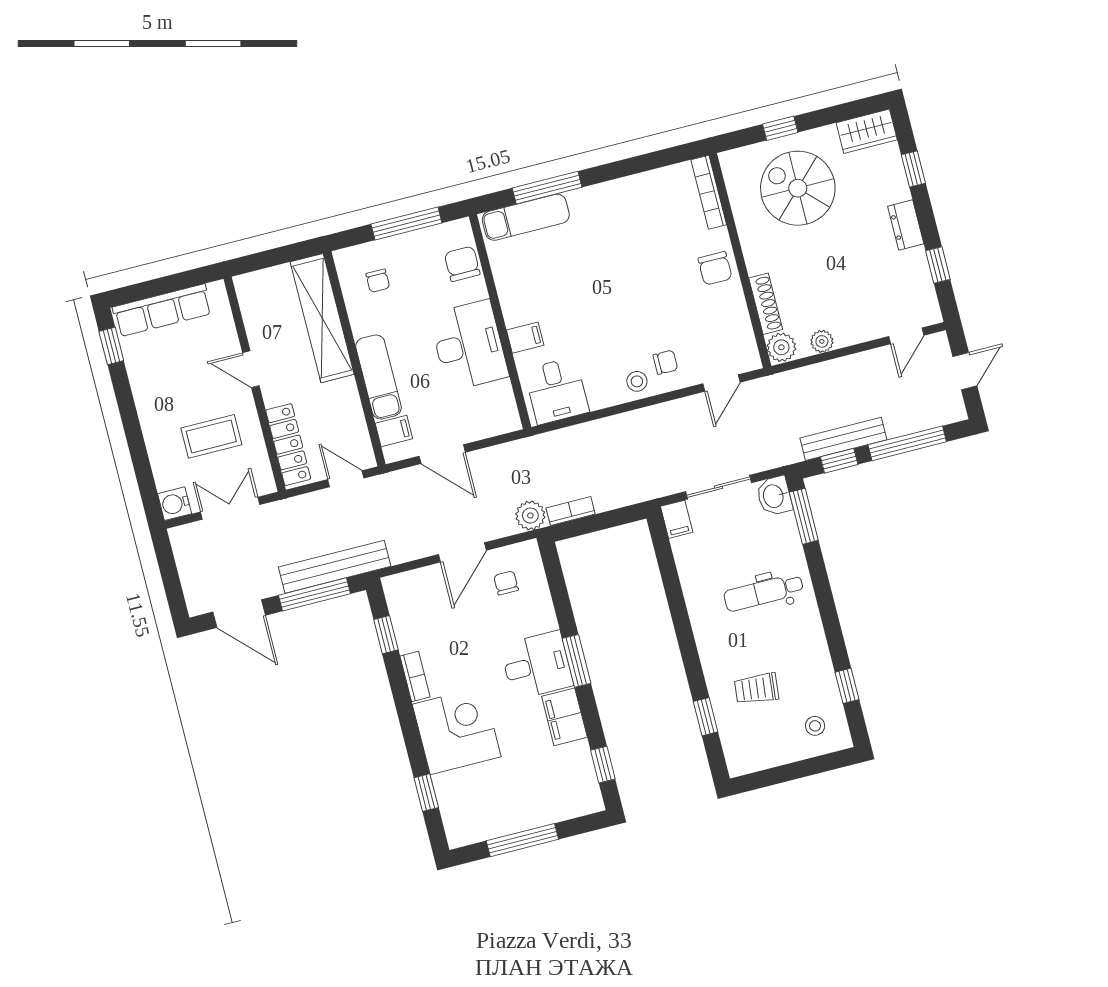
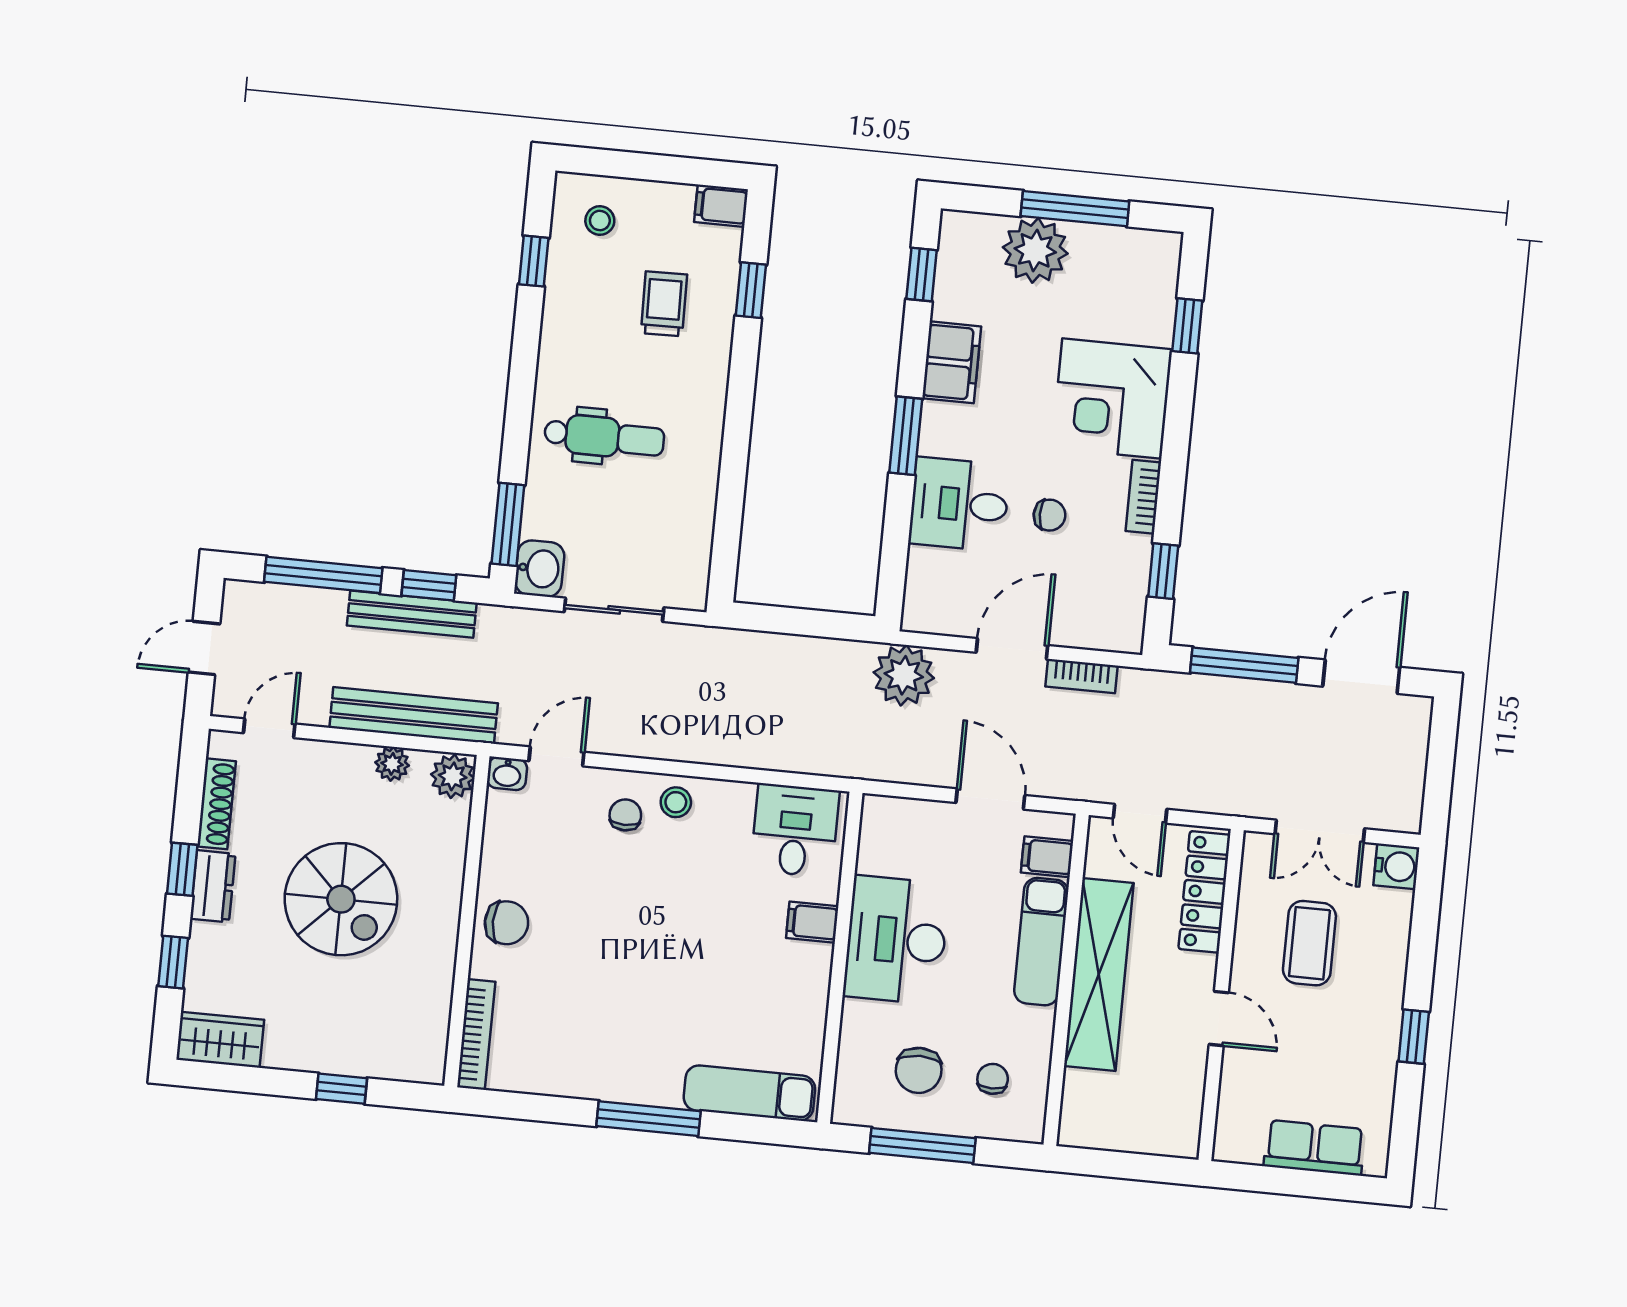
window: (547, 188) -> (648, 1119), moved
spiral stairs: (798, 188) -> (341, 899), moved
chair: (462, 264) -> (919, 1070), moved
window: (938, 265) -> (182, 869), moved
chair: (715, 268) -> (506, 923), turned 90
shoe rack: (766, 304) -> (216, 804), moved, turned 180
row of seats: (162, 310) -> (1314, 1148), width x0.68
shelving: (322, 318) -> (1099, 974), moved
window: (111, 346) -> (1414, 1037), moved
washbasin: (748, 361) -> (507, 774), added
chair: (665, 362) -> (625, 815), turned 90
coffee table: (211, 436) -> (1309, 943), turned 90
bookcase: (571, 511) -> (1082, 676), moved
plant: (530, 516) -> (904, 675), width x1.36, depth x1.36
filing cabinet: (677, 519) -> (721, 206), moved, turned -90
bench: (335, 567) -> (414, 715), moved
chair: (506, 583) -> (1050, 515), moved, turned -90
door: (239, 614) -> (1361, 677), hinge flipped
desk: (537, 665) -> (959, 504), moved
trolley: (756, 689) -> (664, 304), turned -97
plant: (538, 805) -> (1035, 250), added

